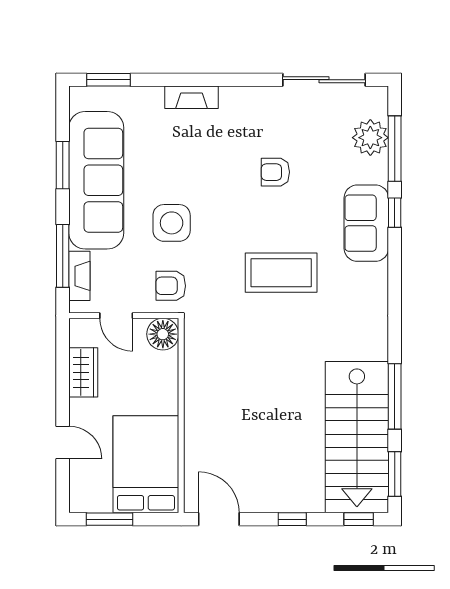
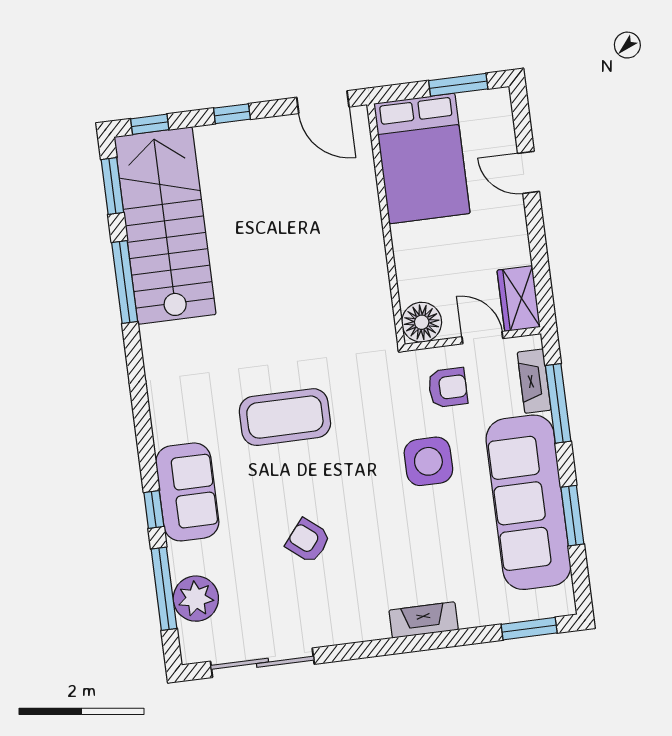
armchair: (275, 172) -> (308, 541), turned -141
armchair: (171, 286) -> (448, 388), moved
wardrobe: (83, 372) -> (519, 299), moved

